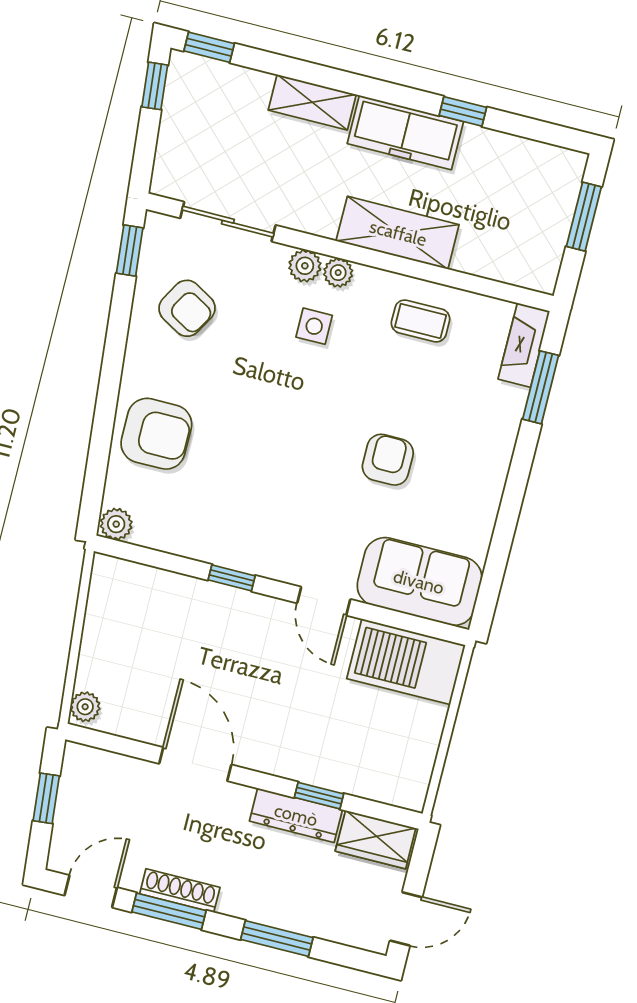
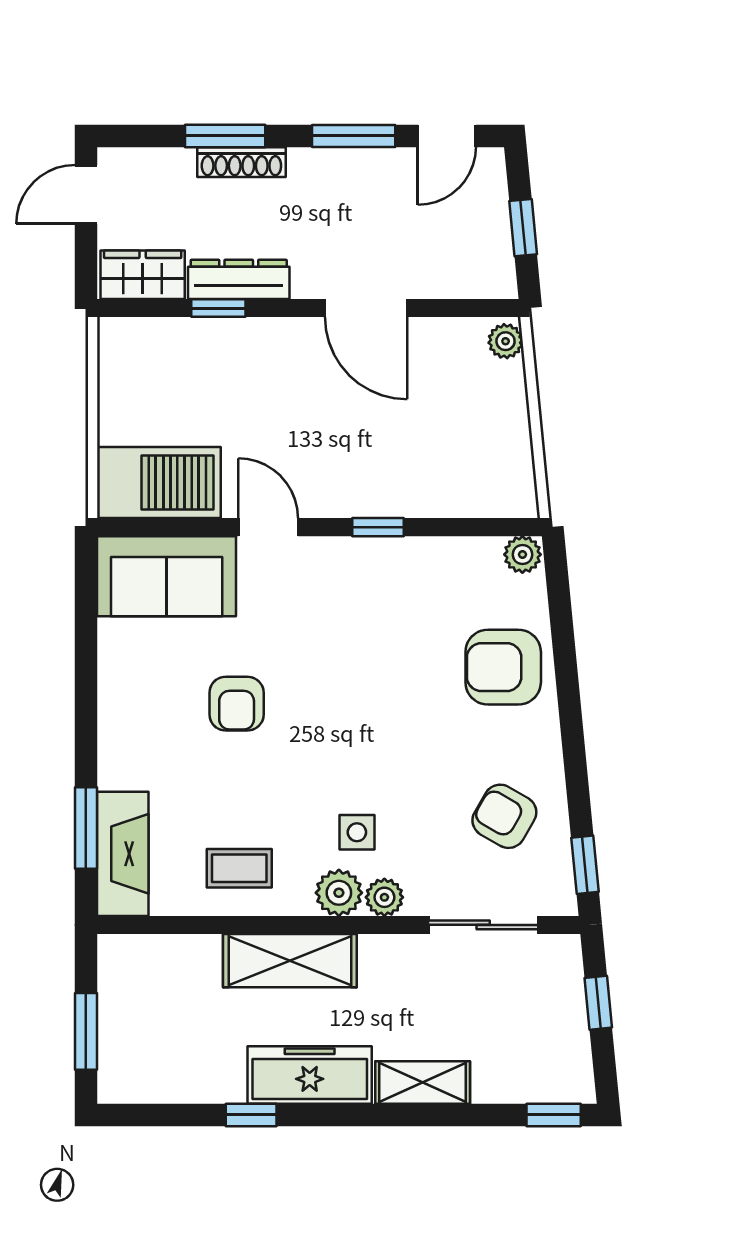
window: (155, 86) -> (598, 1003), moved
plant: (338, 273) -> (339, 893), width x1.38, depth x1.38
fireplace: (524, 345) -> (123, 854), width x1.37, depth x1.32
shoe rack: (180, 891) -> (241, 162), moved

